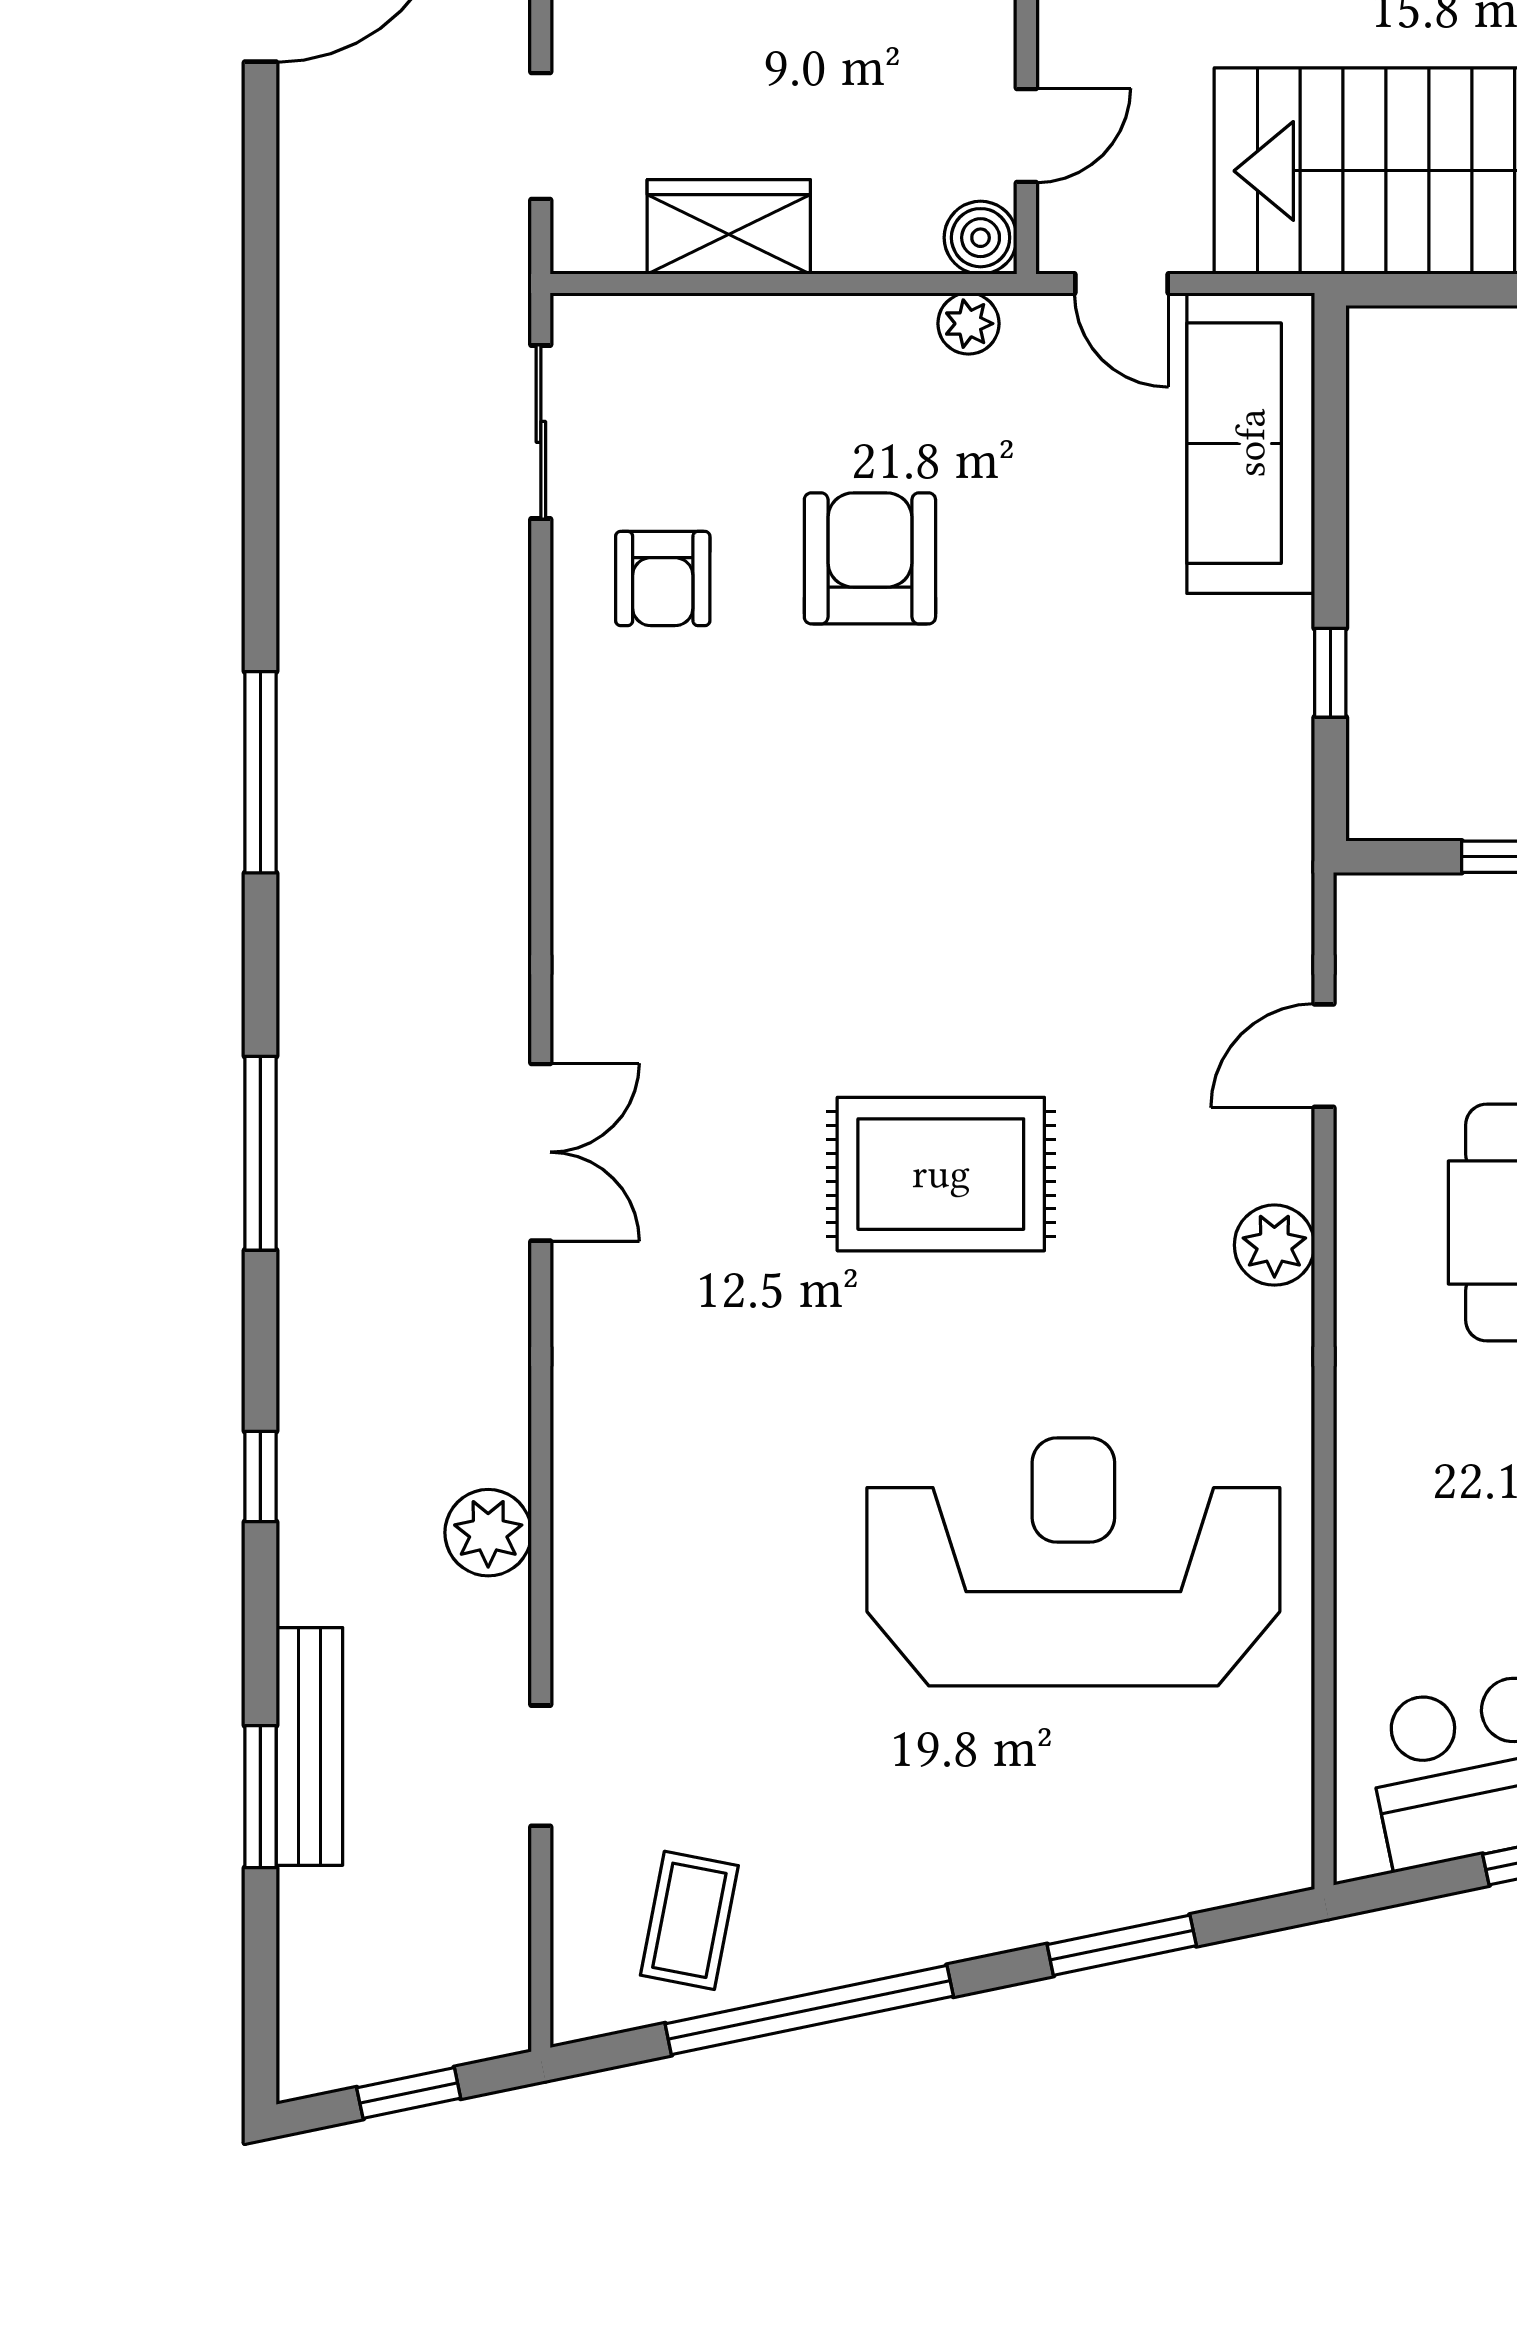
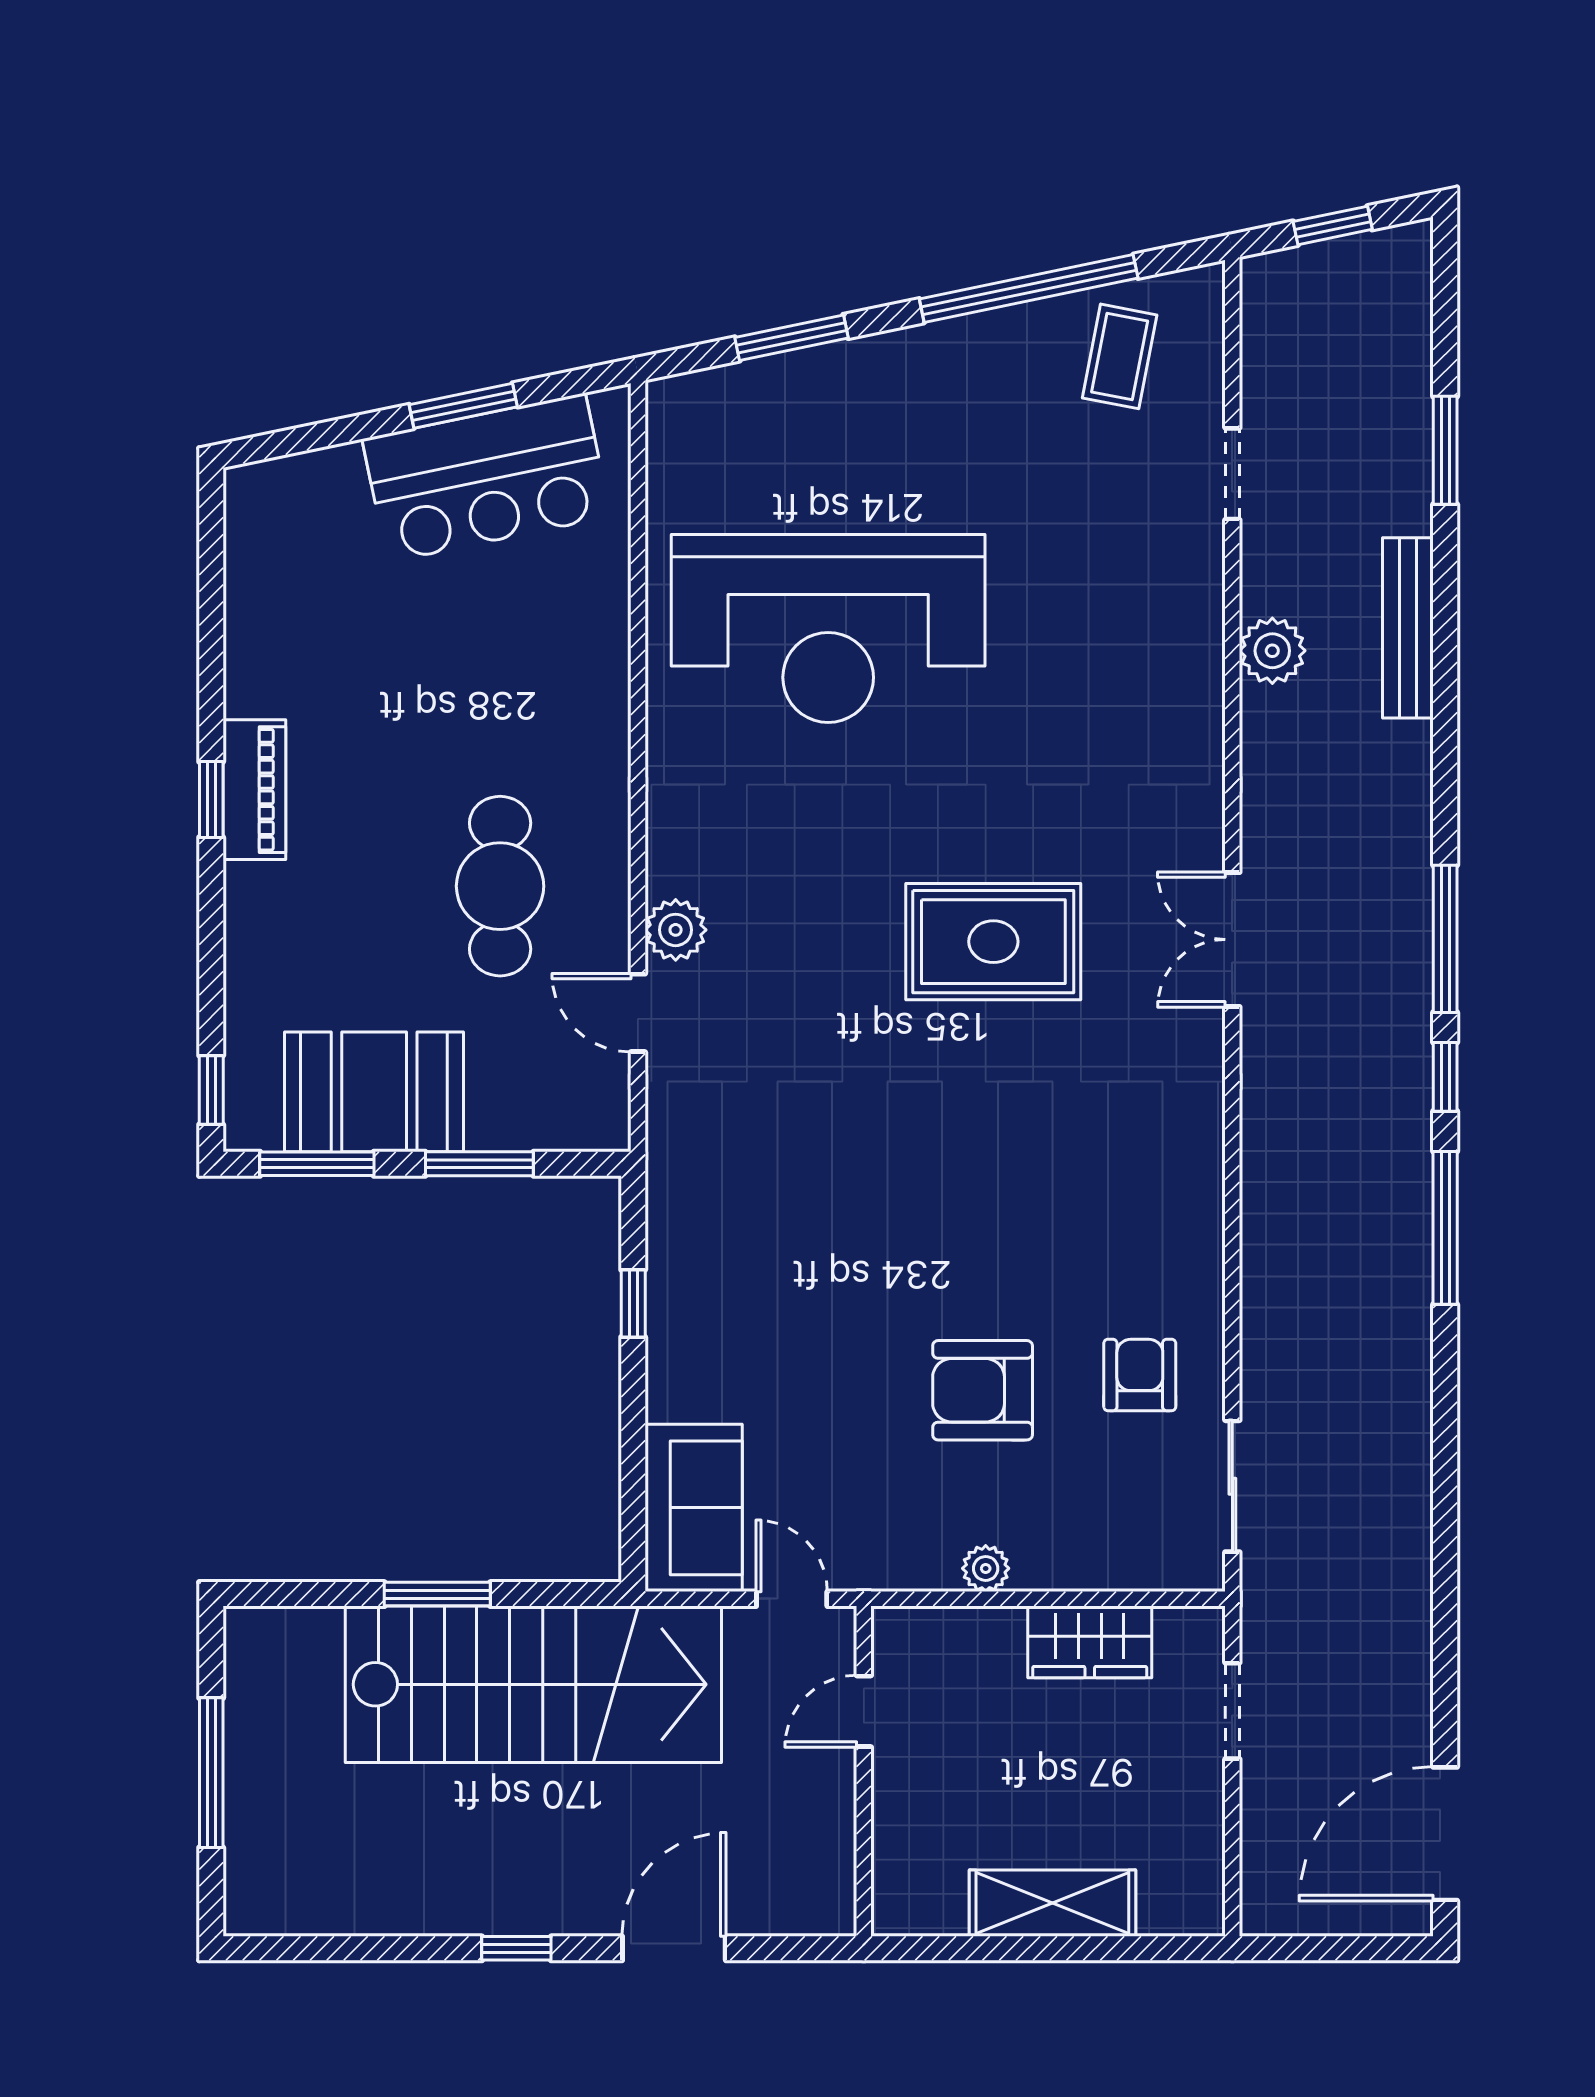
boiler: (981, 238) -> (899, 1634), removed
plant: (968, 324) -> (986, 1568), moved
sofa: (1251, 443) -> (694, 1508), width x0.73
armchair: (870, 558) -> (983, 1390), turned 90
door: (1324, 1056) -> (638, 1013), swing flipped
rug: (941, 1174) -> (993, 942), moved
plant: (1274, 1245) -> (676, 930), moved
window: (260, 1477) -> (1445, 1077), moved
bench: (309, 1746) -> (1408, 628), moved

